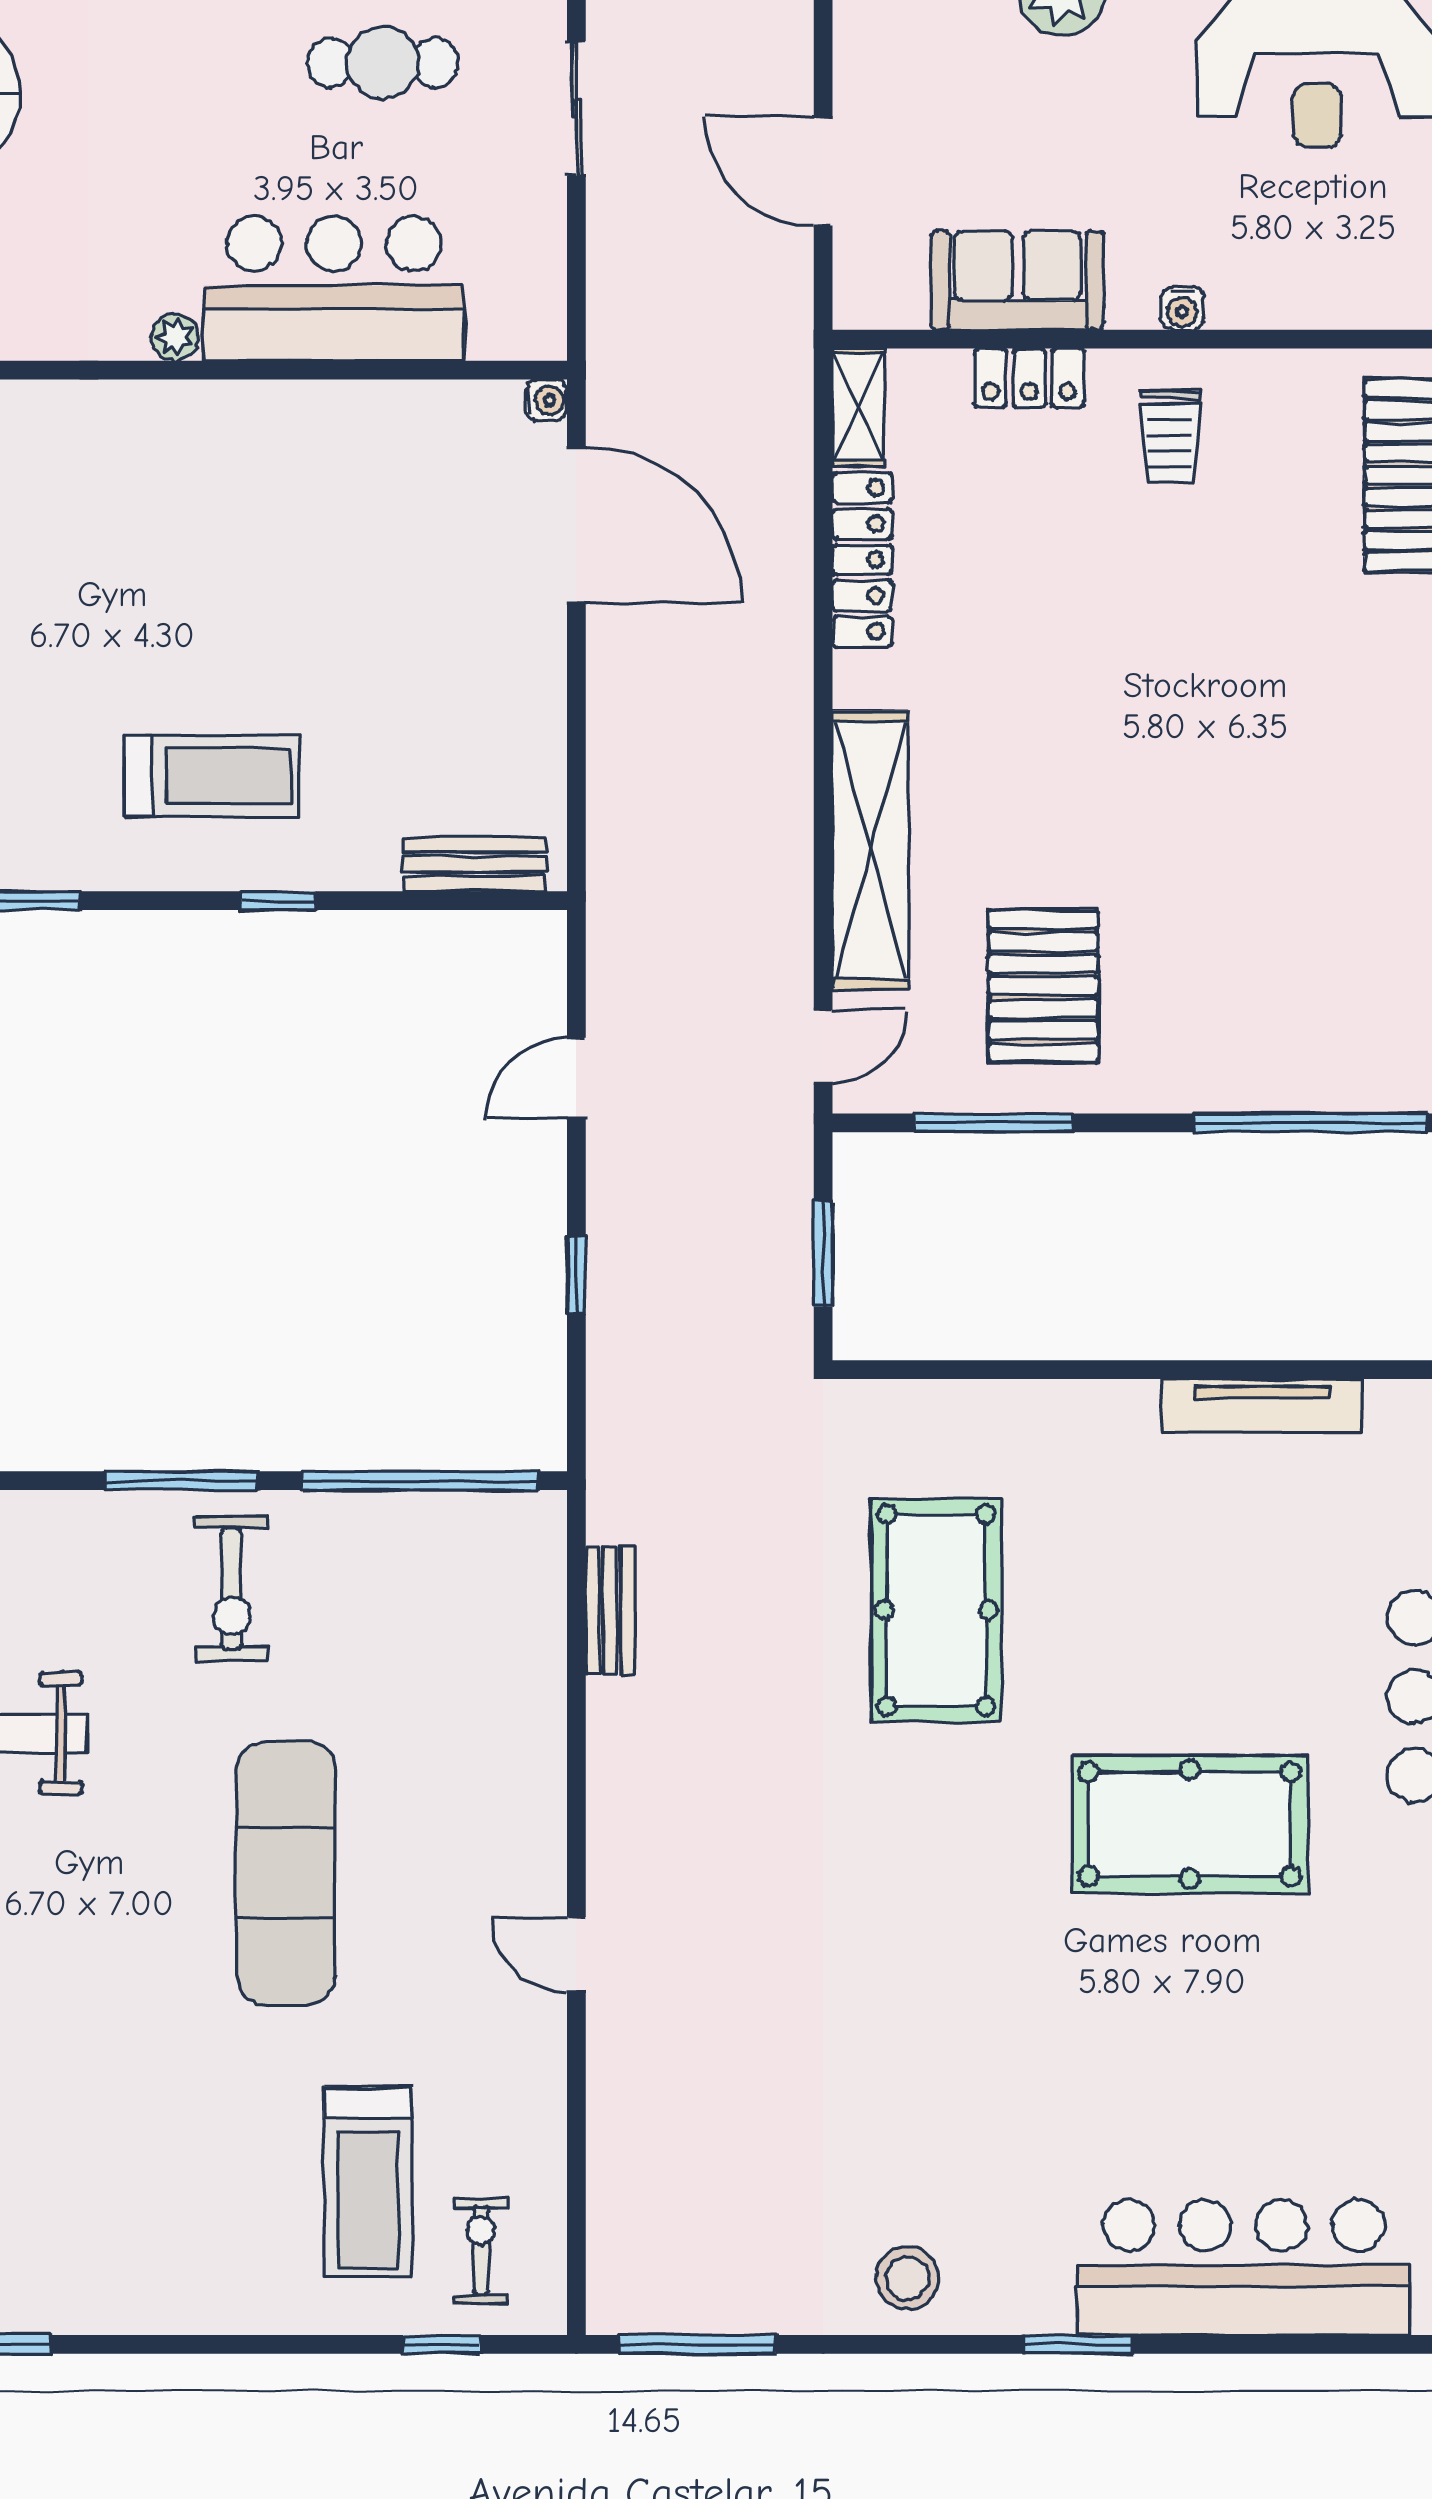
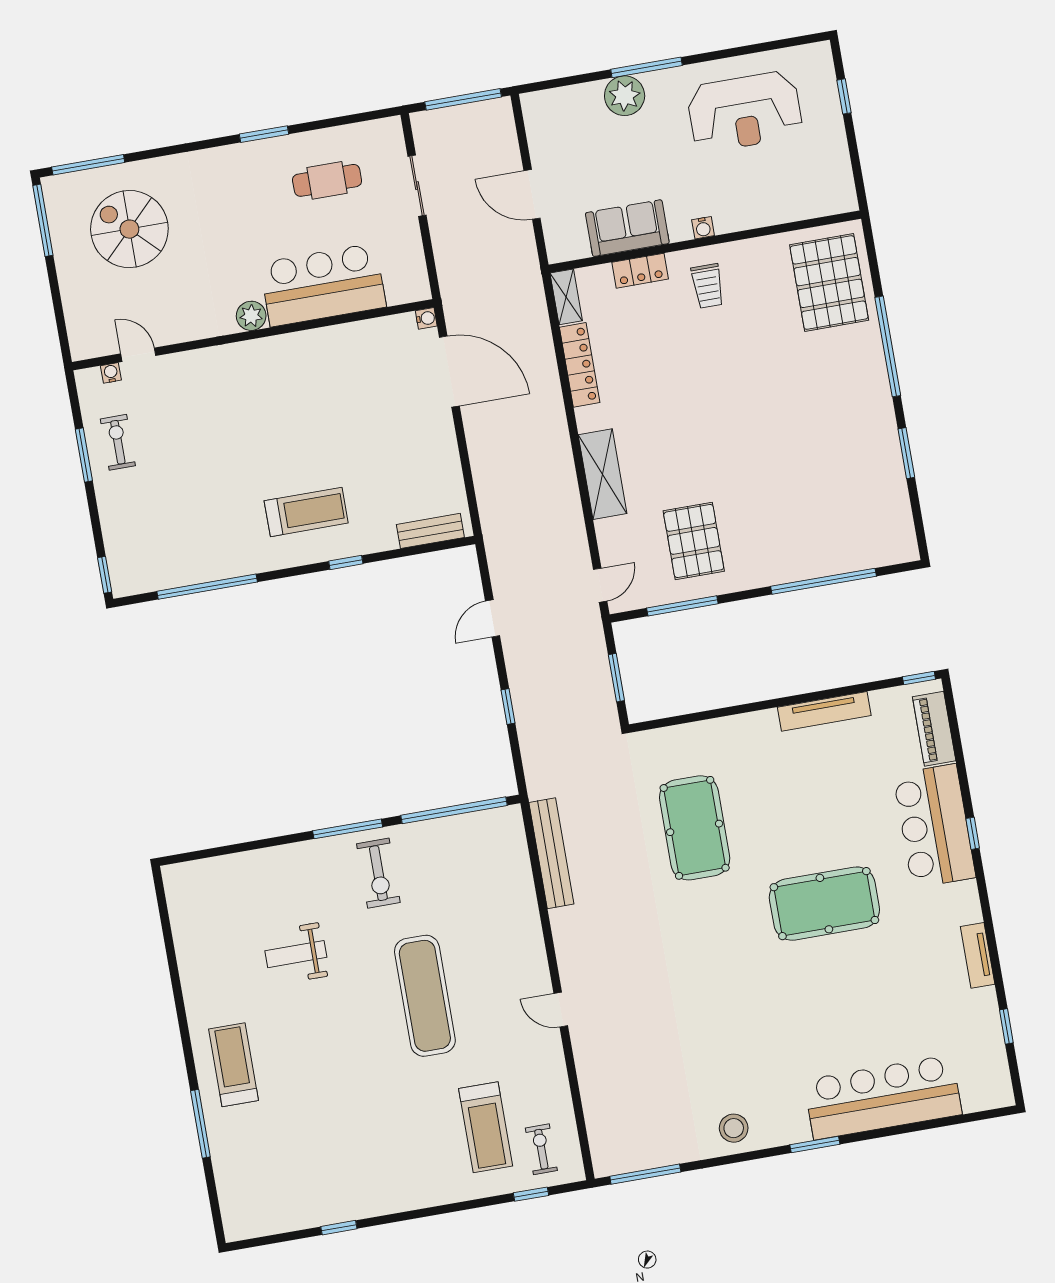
plant: (175, 337) -> (251, 316), width x1.38, depth x1.38
shelving: (870, 850) -> (603, 474), width x0.68
bench: (610, 1611) -> (551, 853), width x1.86, depth x1.21

